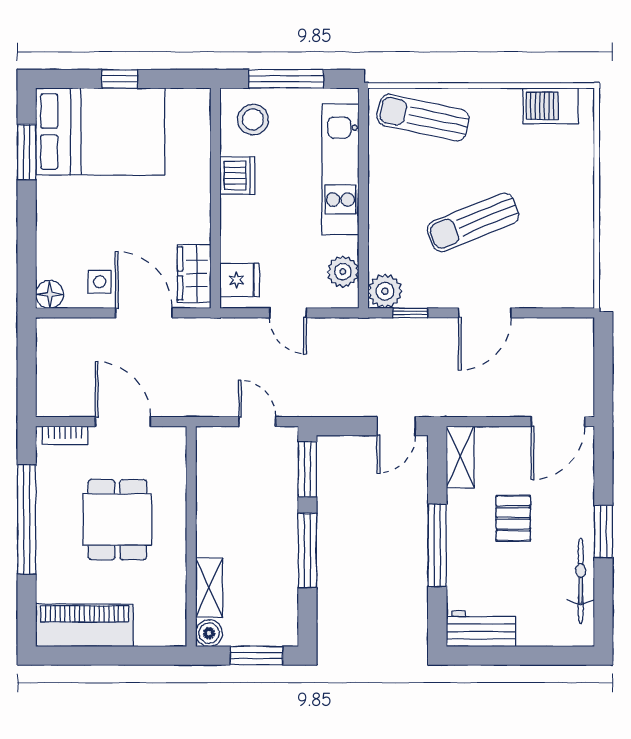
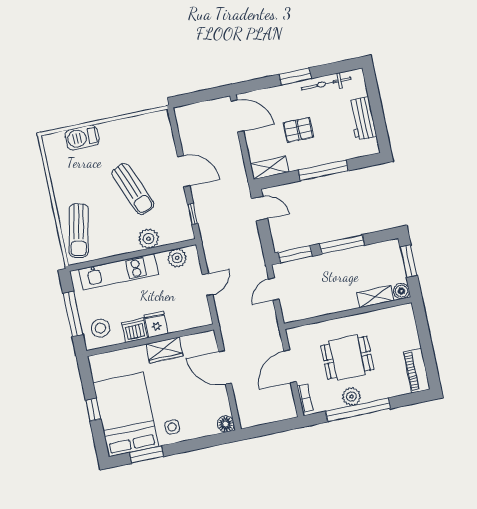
barbecue: (551, 106) -> (82, 138), moved, turned 90
wardrobe: (194, 273) -> (164, 350), moved
fridge: (240, 280) -> (156, 324), moved
side table: (100, 282) -> (172, 427), moved
plant: (385, 291) -> (148, 239), moved
door: (144, 313) -> (225, 367), hinge flipped
plant: (51, 513) -> (351, 397), added
piano: (85, 625) -> (417, 371), width x0.73, depth x0.75
workbench: (481, 629) -> (362, 119), moved

